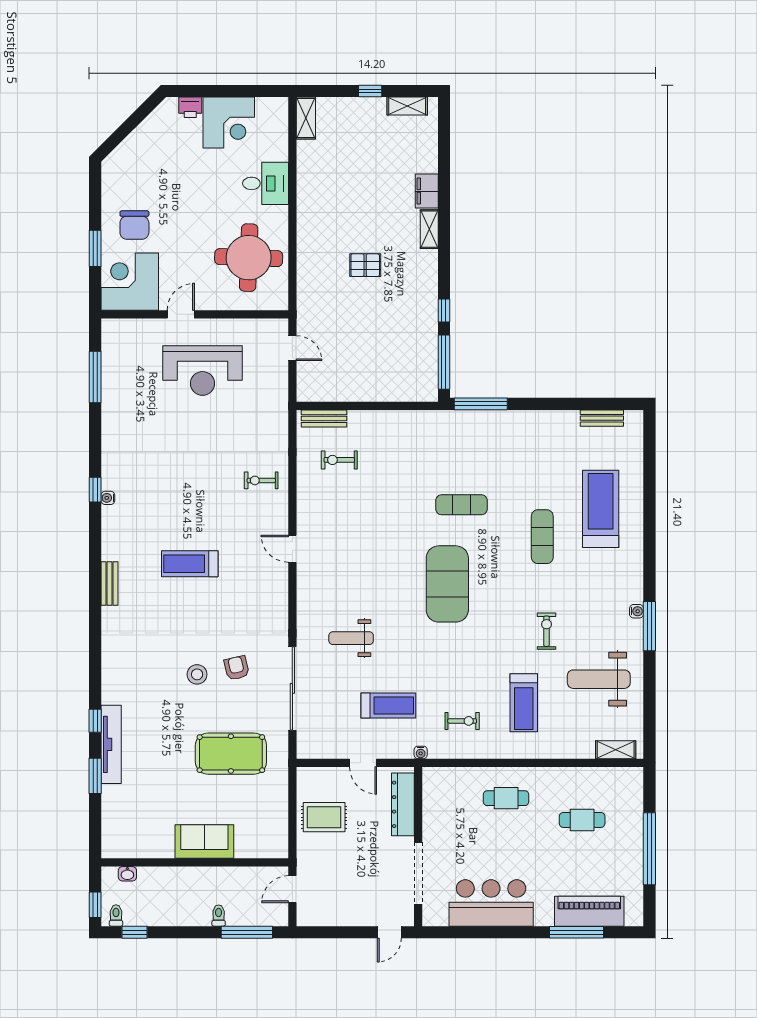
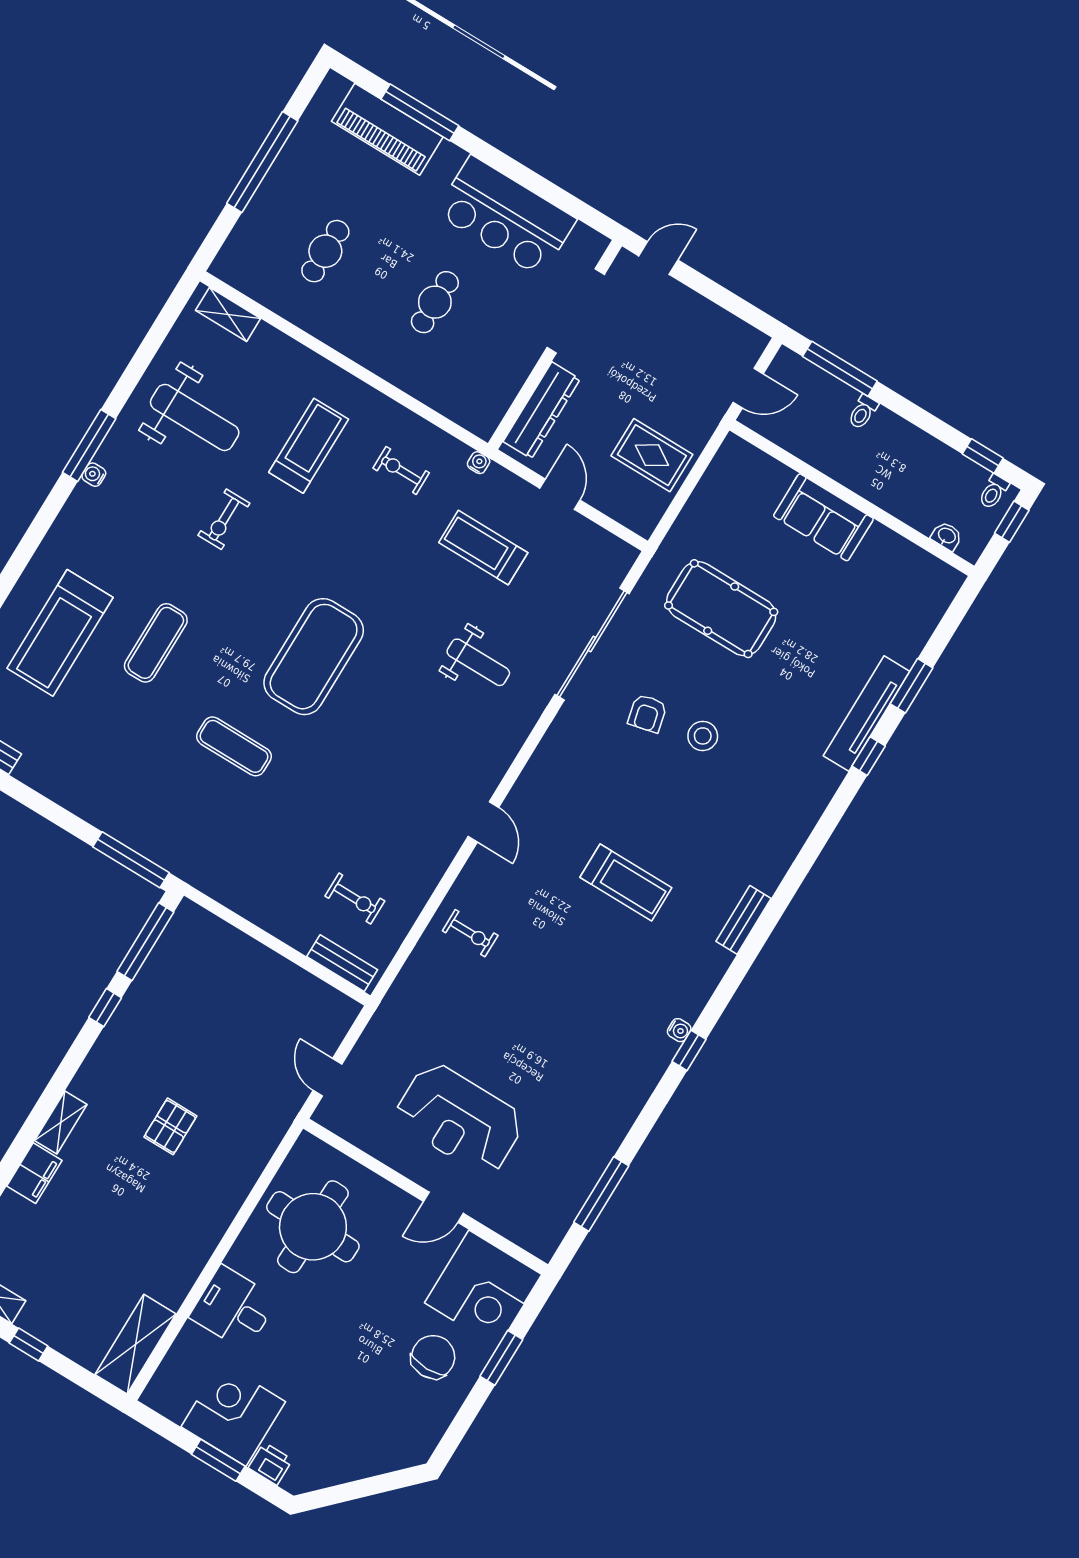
window: (221, 91) -> (218, 1460), added
shelving: (306, 118) -> (136, 1344), width x1.50, depth x1.33
pallet: (365, 265) -> (170, 1126), turned 90
reception desk: (202, 370) -> (459, 1119), turned 180
cafe table: (506, 798) -> (435, 302), moved, turned 90
cafe table: (582, 820) -> (325, 251), turned 90

